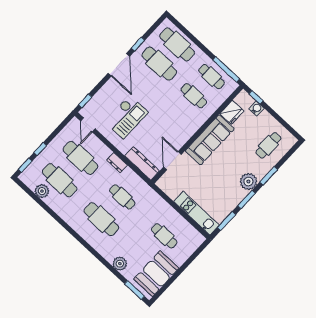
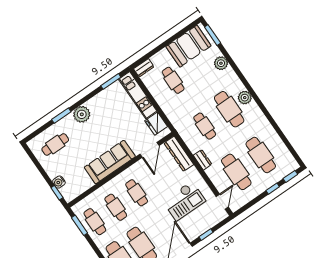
window: (226, 70) -> (79, 225), width x0.69
window: (85, 101) -> (206, 235), moved
fridge: (232, 112) -> (156, 124), moved, turned -90
cafe table: (176, 115) -> (137, 193), added
checkout: (126, 117) -> (184, 201), turned 180
plant: (42, 191) -> (245, 98), moved
window: (246, 200) -> (87, 98), removed
dresser: (196, 242) -> (144, 68), added

